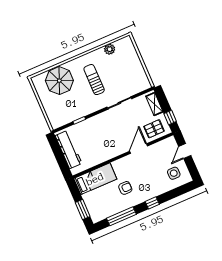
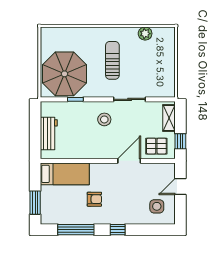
parasol: (59, 81) -> (65, 74), moved, width x1.36, depth x1.36
stool: (107, 126) -> (104, 119), added
workbench: (69, 149) -> (49, 133), width x0.73

